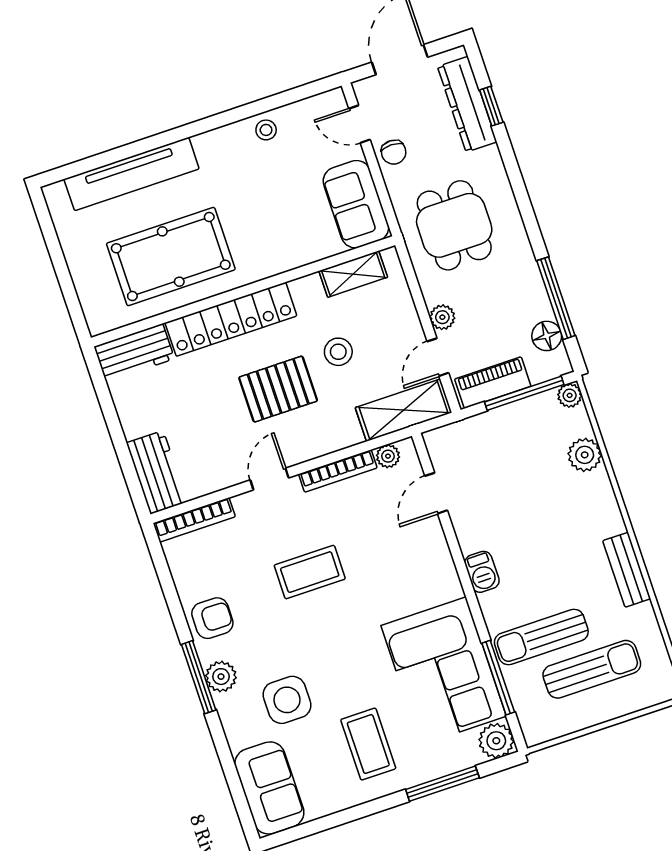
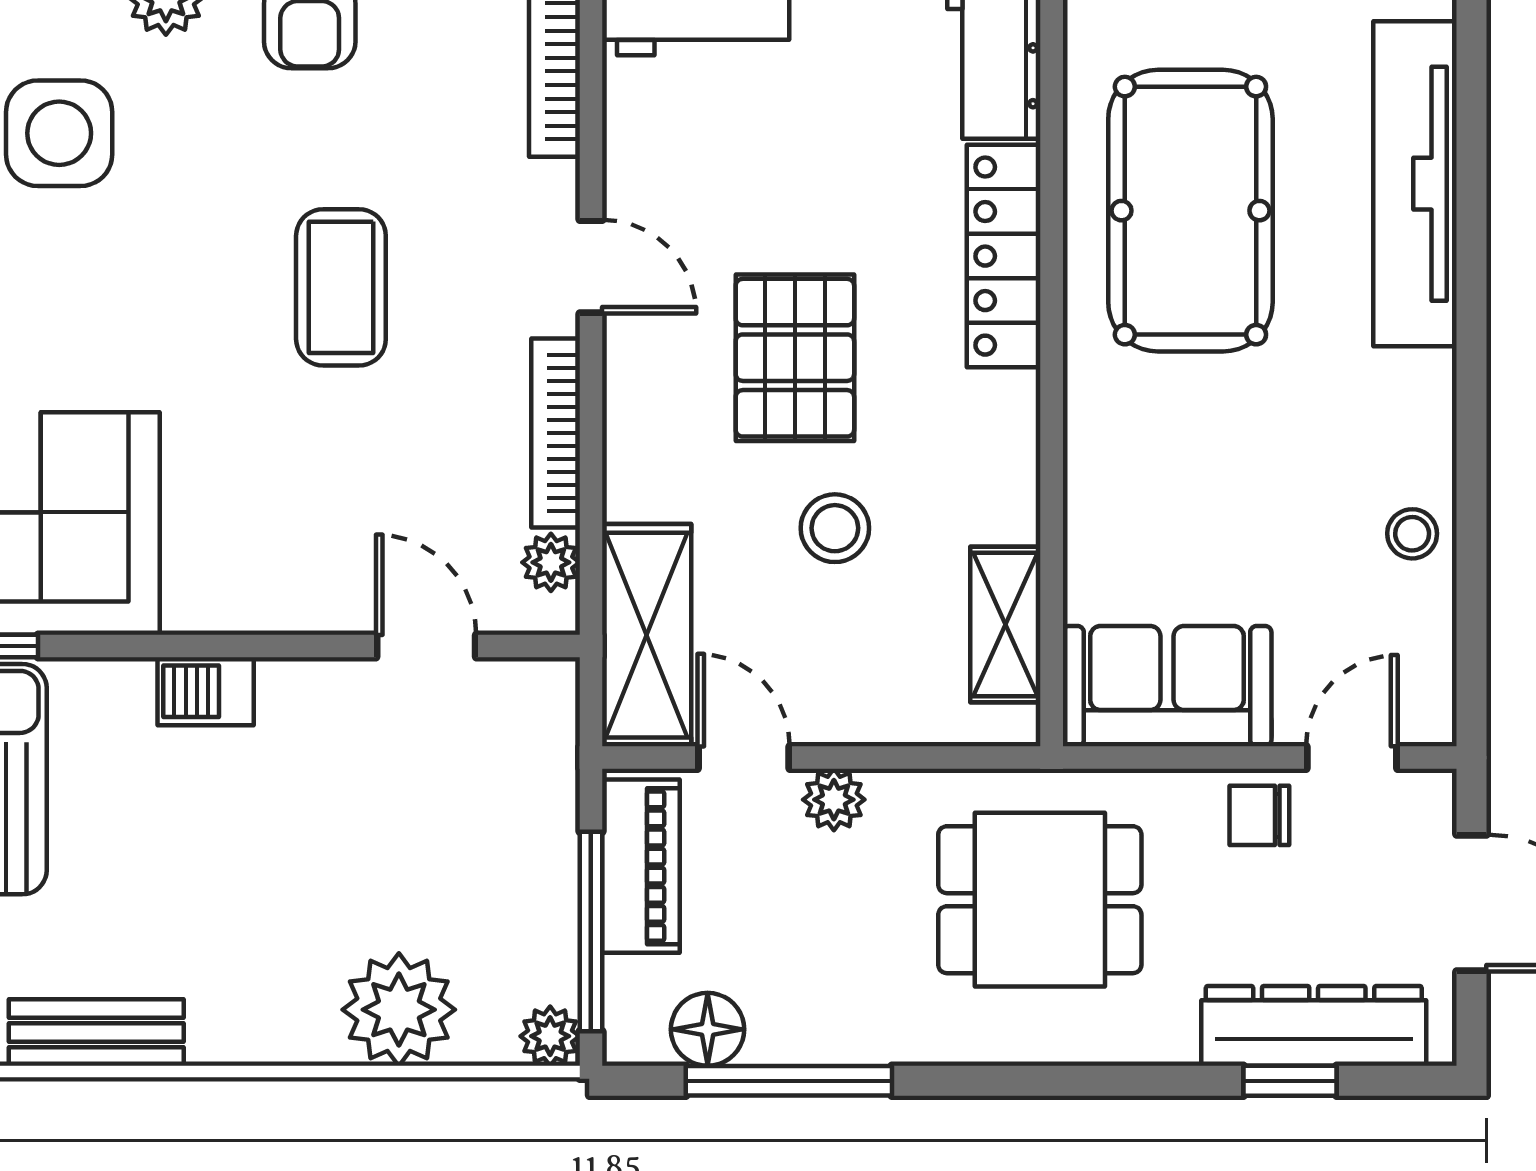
locker: (231, 319) -> (1004, 256), width x0.71, depth x0.83
plant: (585, 455) -> (399, 1010), width x1.36, depth x1.36

